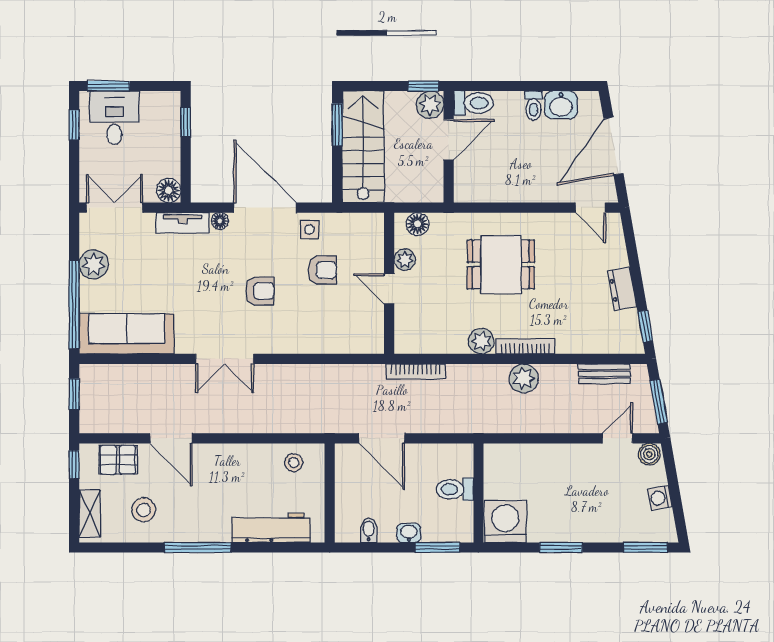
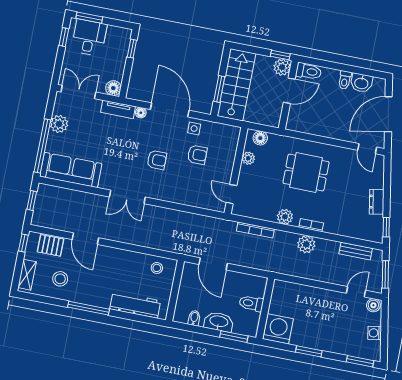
window: (337, 125) -> (219, 89), moved
door: (389, 289) -> (231, 194), moved
bookcase: (525, 346) -> (311, 225), width x0.64
bookcase: (416, 372) -> (255, 230), moved
washbasin: (409, 533) -> (219, 322), width x1.91, depth x1.45

